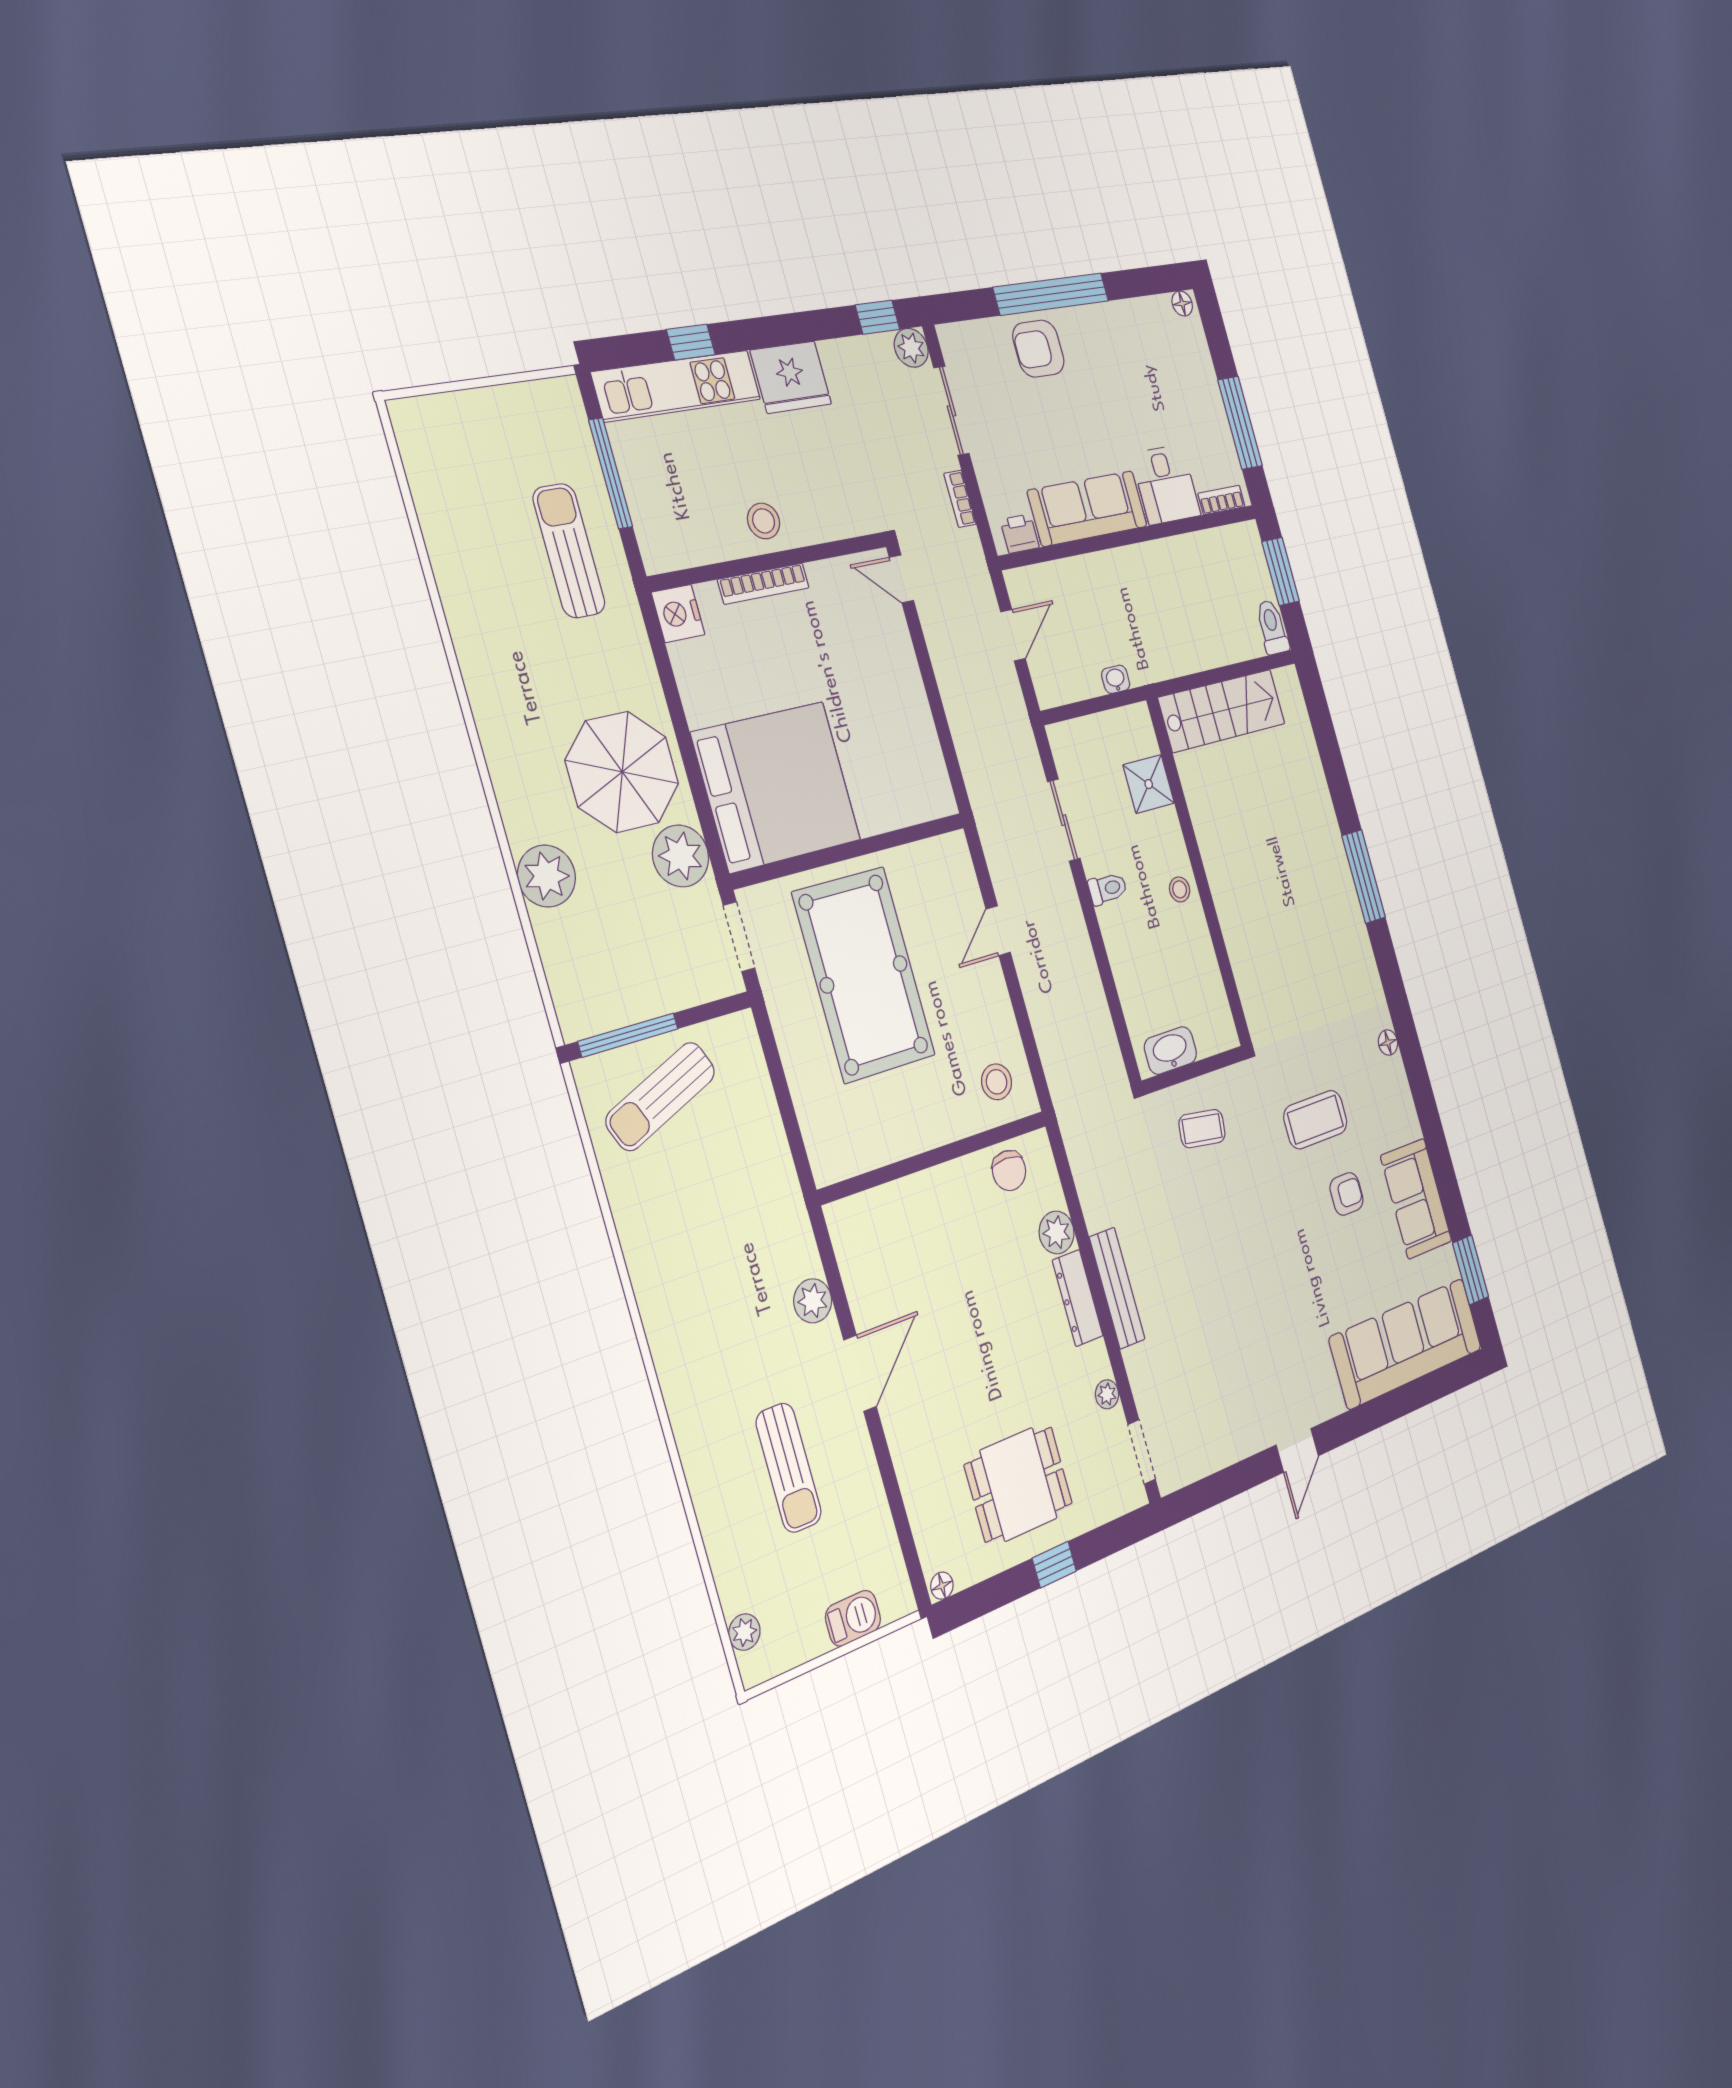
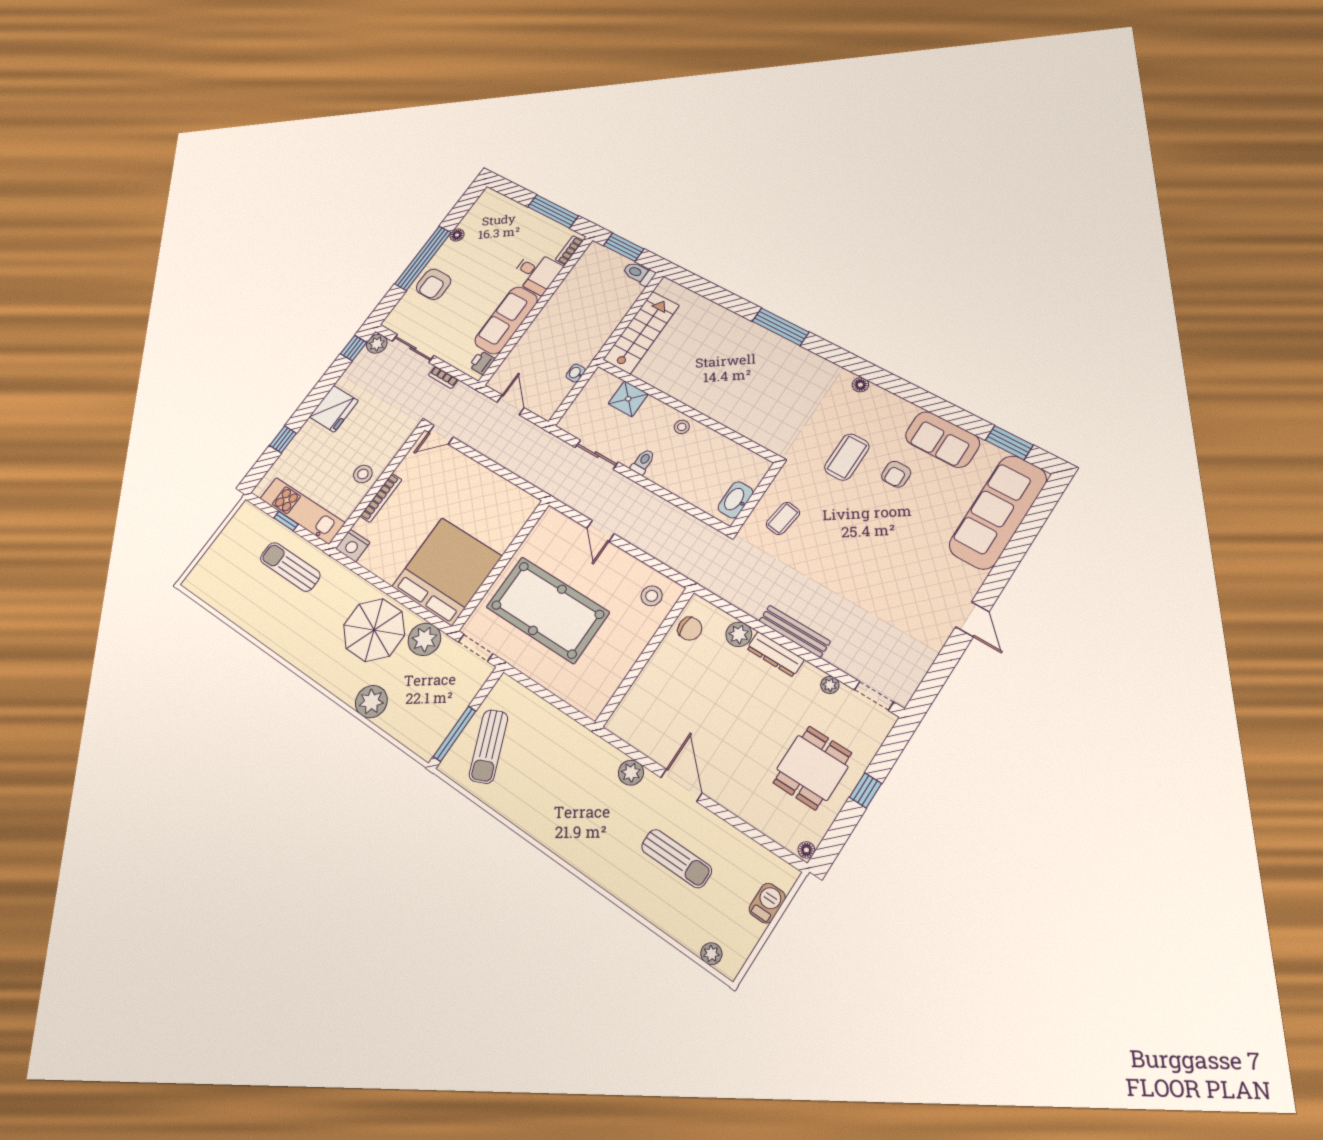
floor lamp: (1182, 304) -> (457, 235), moved
kitchen unit: (677, 386) -> (302, 511), moved, turned -90
window: (611, 473) -> (286, 521), width x0.46
armchair: (1346, 1194) -> (896, 474), turned 180

